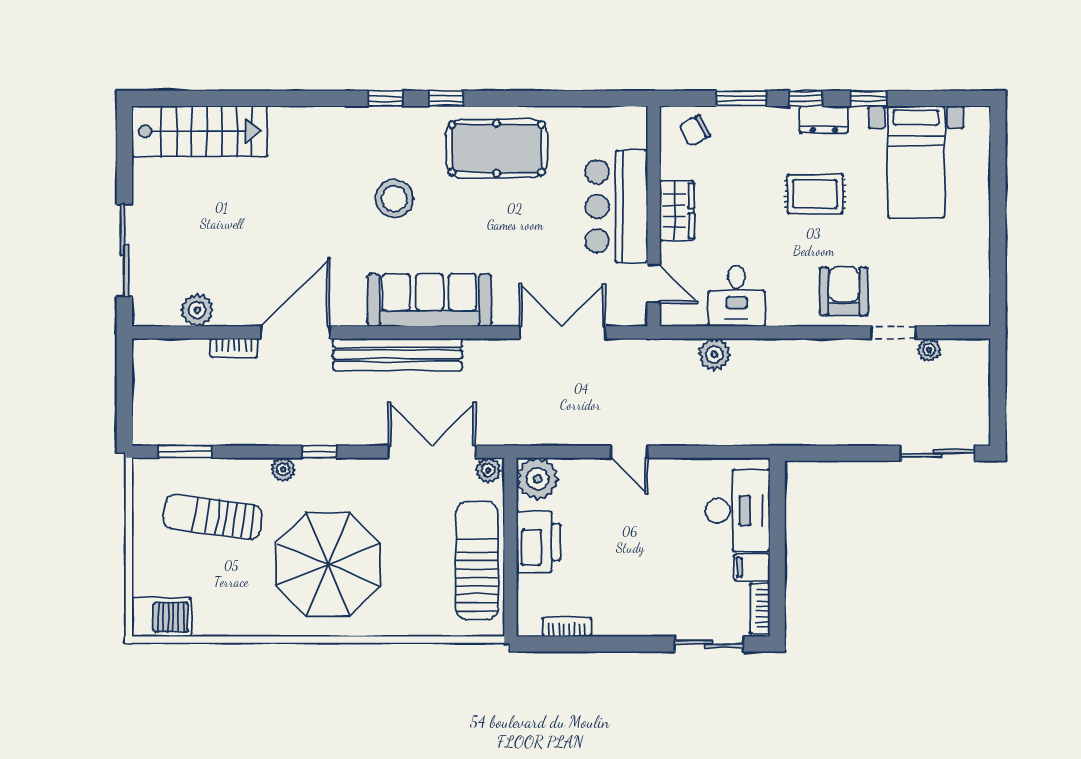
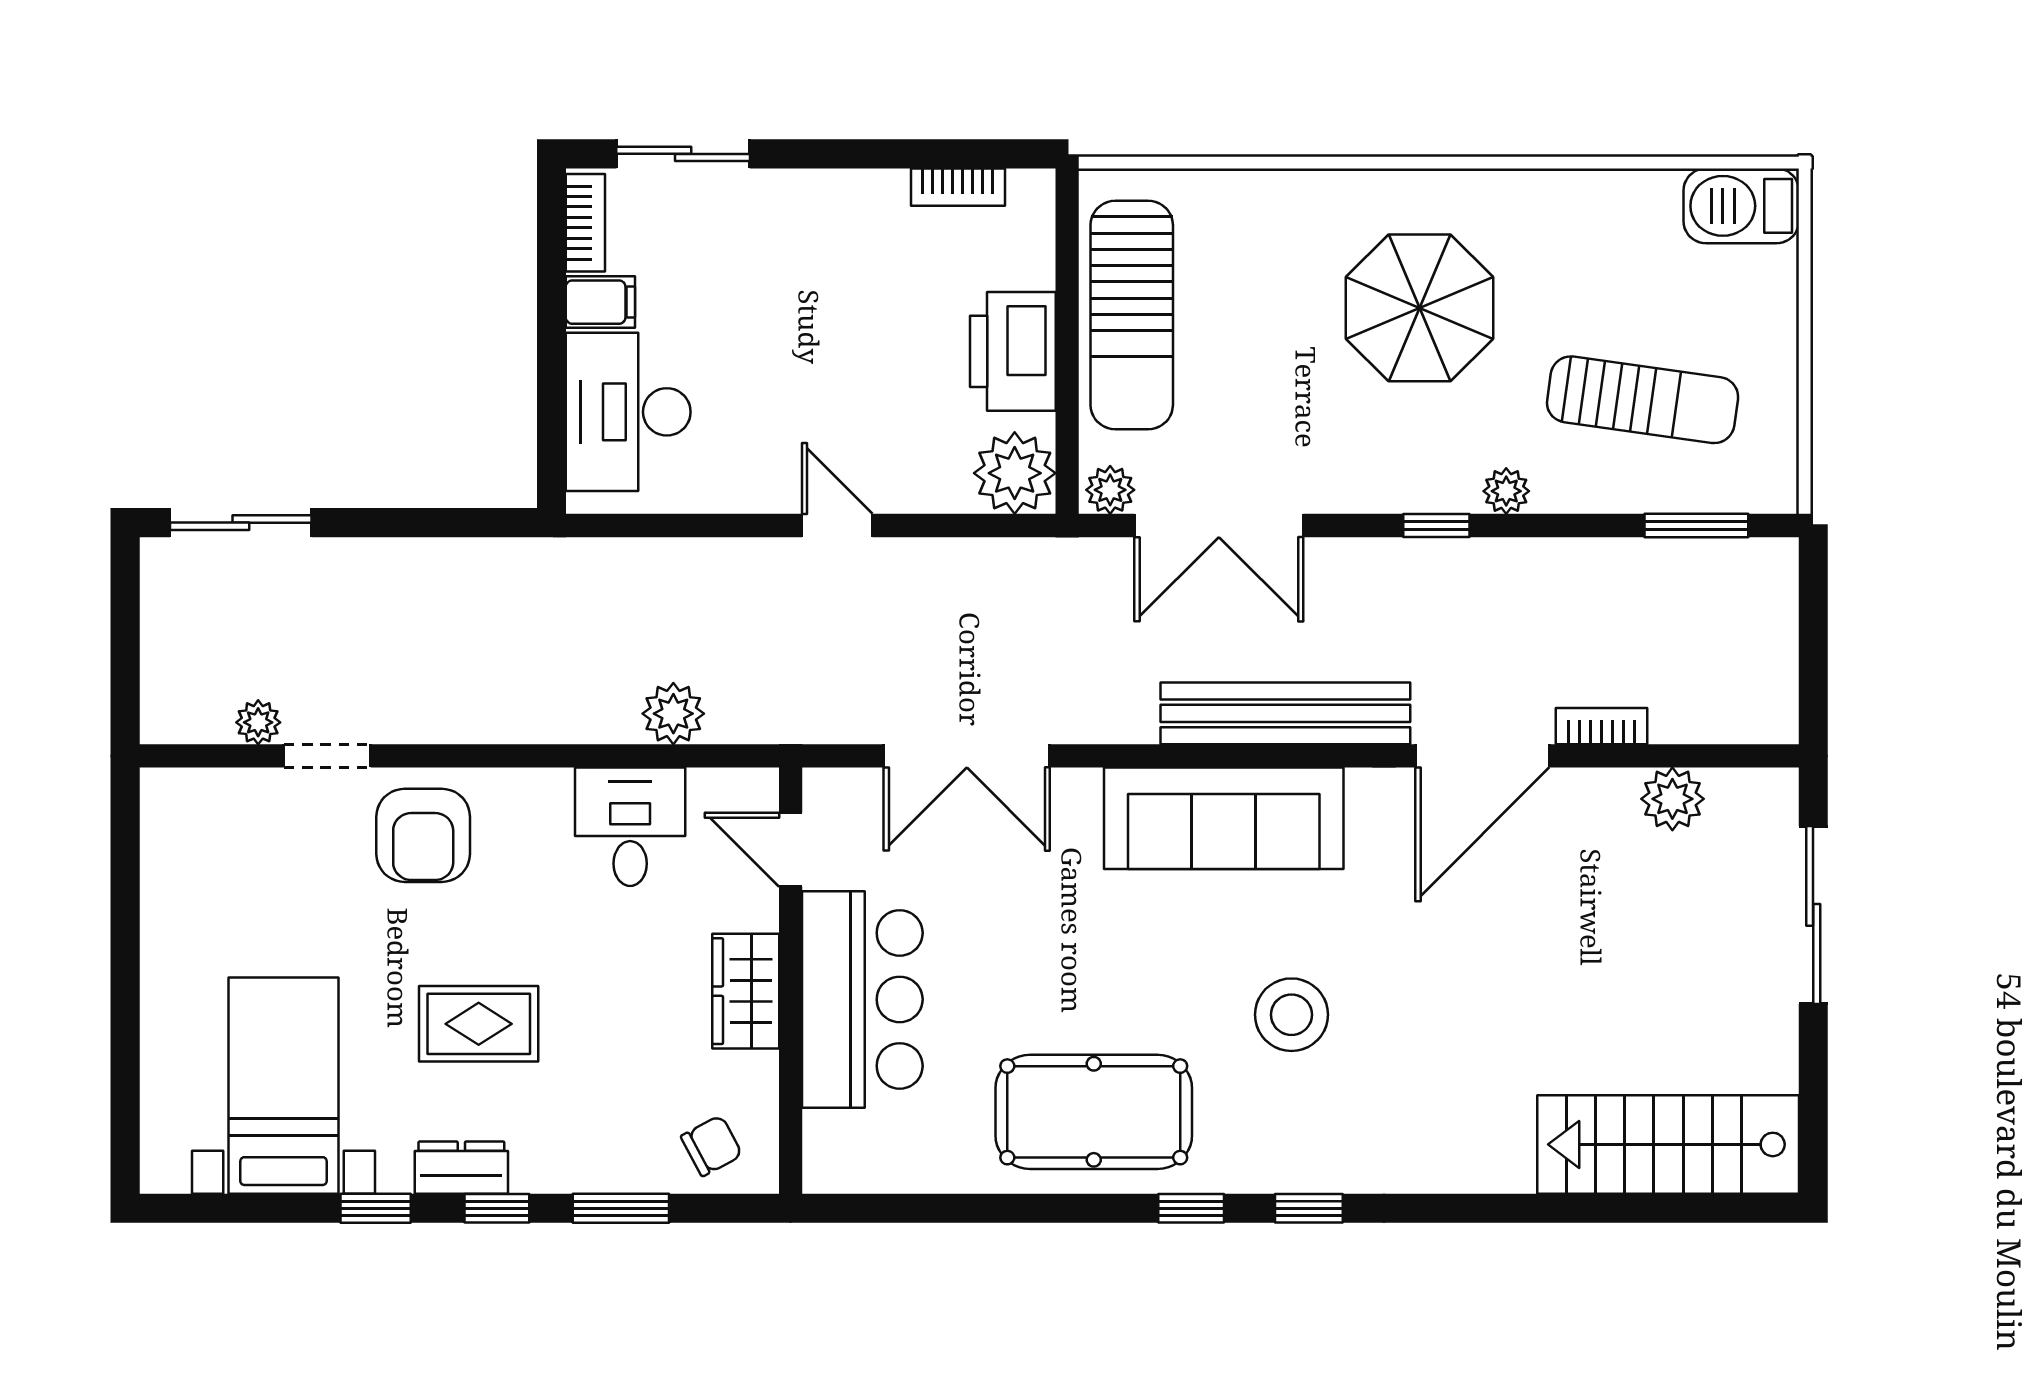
parasol: (328, 564) -> (1419, 308), width x0.73, depth x0.73

